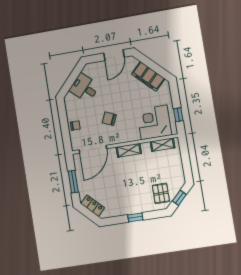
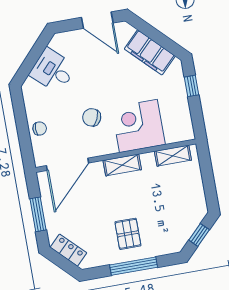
door: (114, 55) -> (97, 20), hinge flipped
window: (178, 115) -> (192, 86), moved
corner desk: (154, 122) -> (138, 126), moved
pallet: (161, 193) -> (128, 234), moved
window: (135, 217) -> (134, 266), width x2.17

